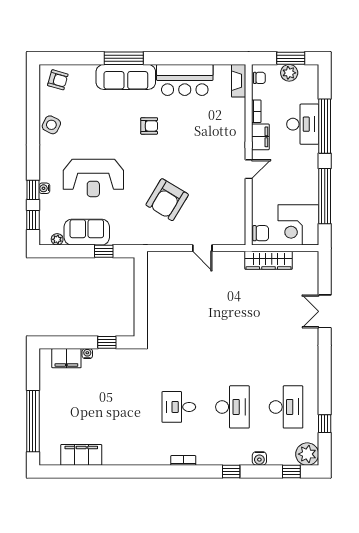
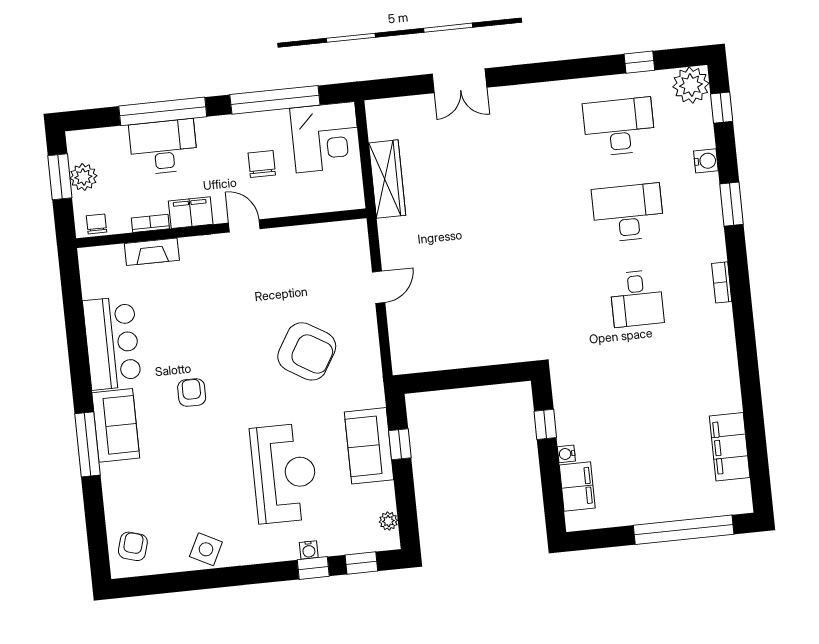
sofa: (126, 77) -> (116, 425), width x0.73
fireplace: (239, 81) -> (152, 252), moved
sofa: (87, 232) -> (369, 446), moved
chair: (261, 233) -> (262, 164), moved
window: (231, 472) -> (732, 204), width x1.50

